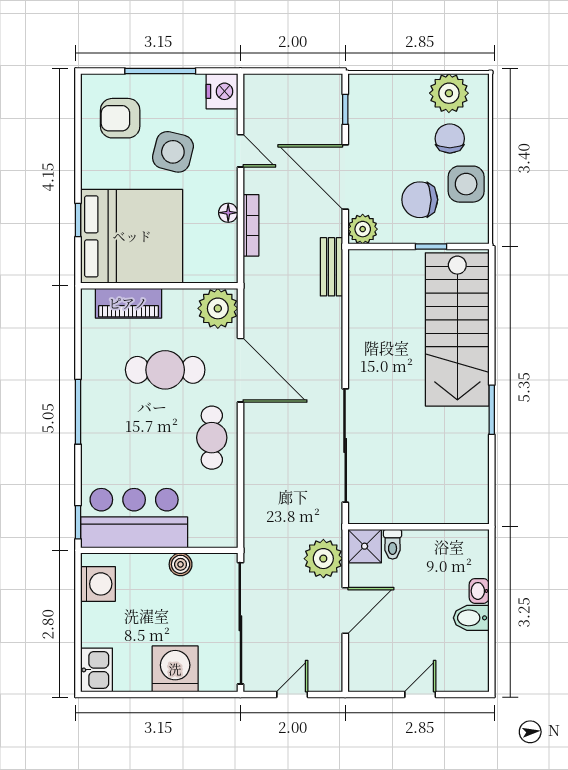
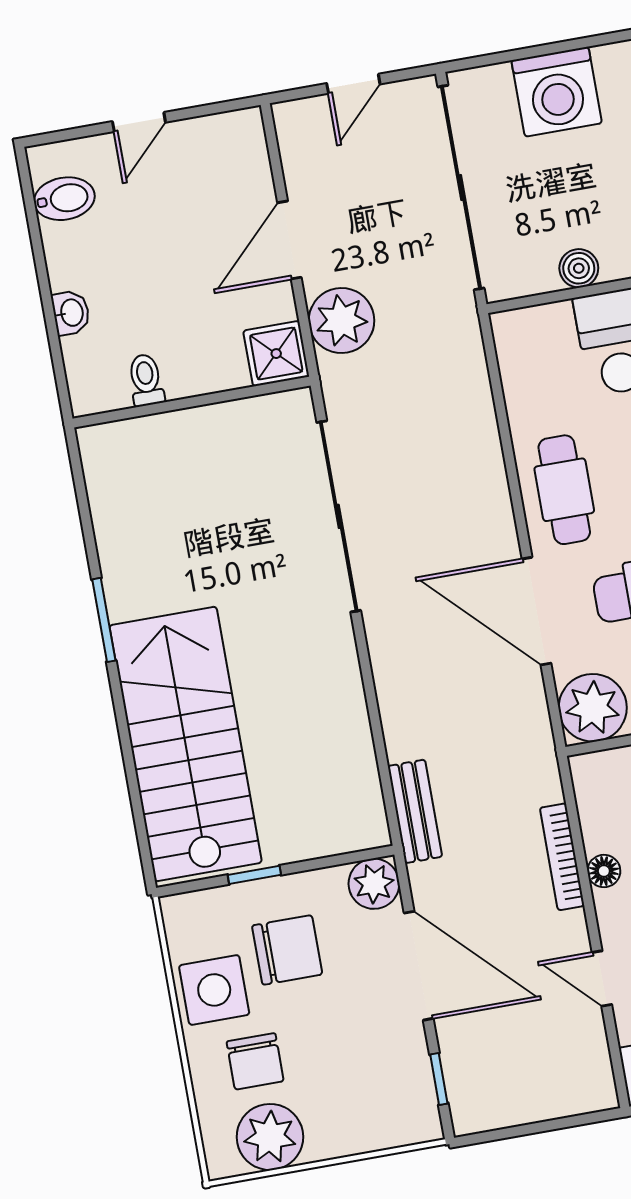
toilet: (393, 544) -> (146, 380), moved
bidet: (471, 618) -> (64, 199), moved

